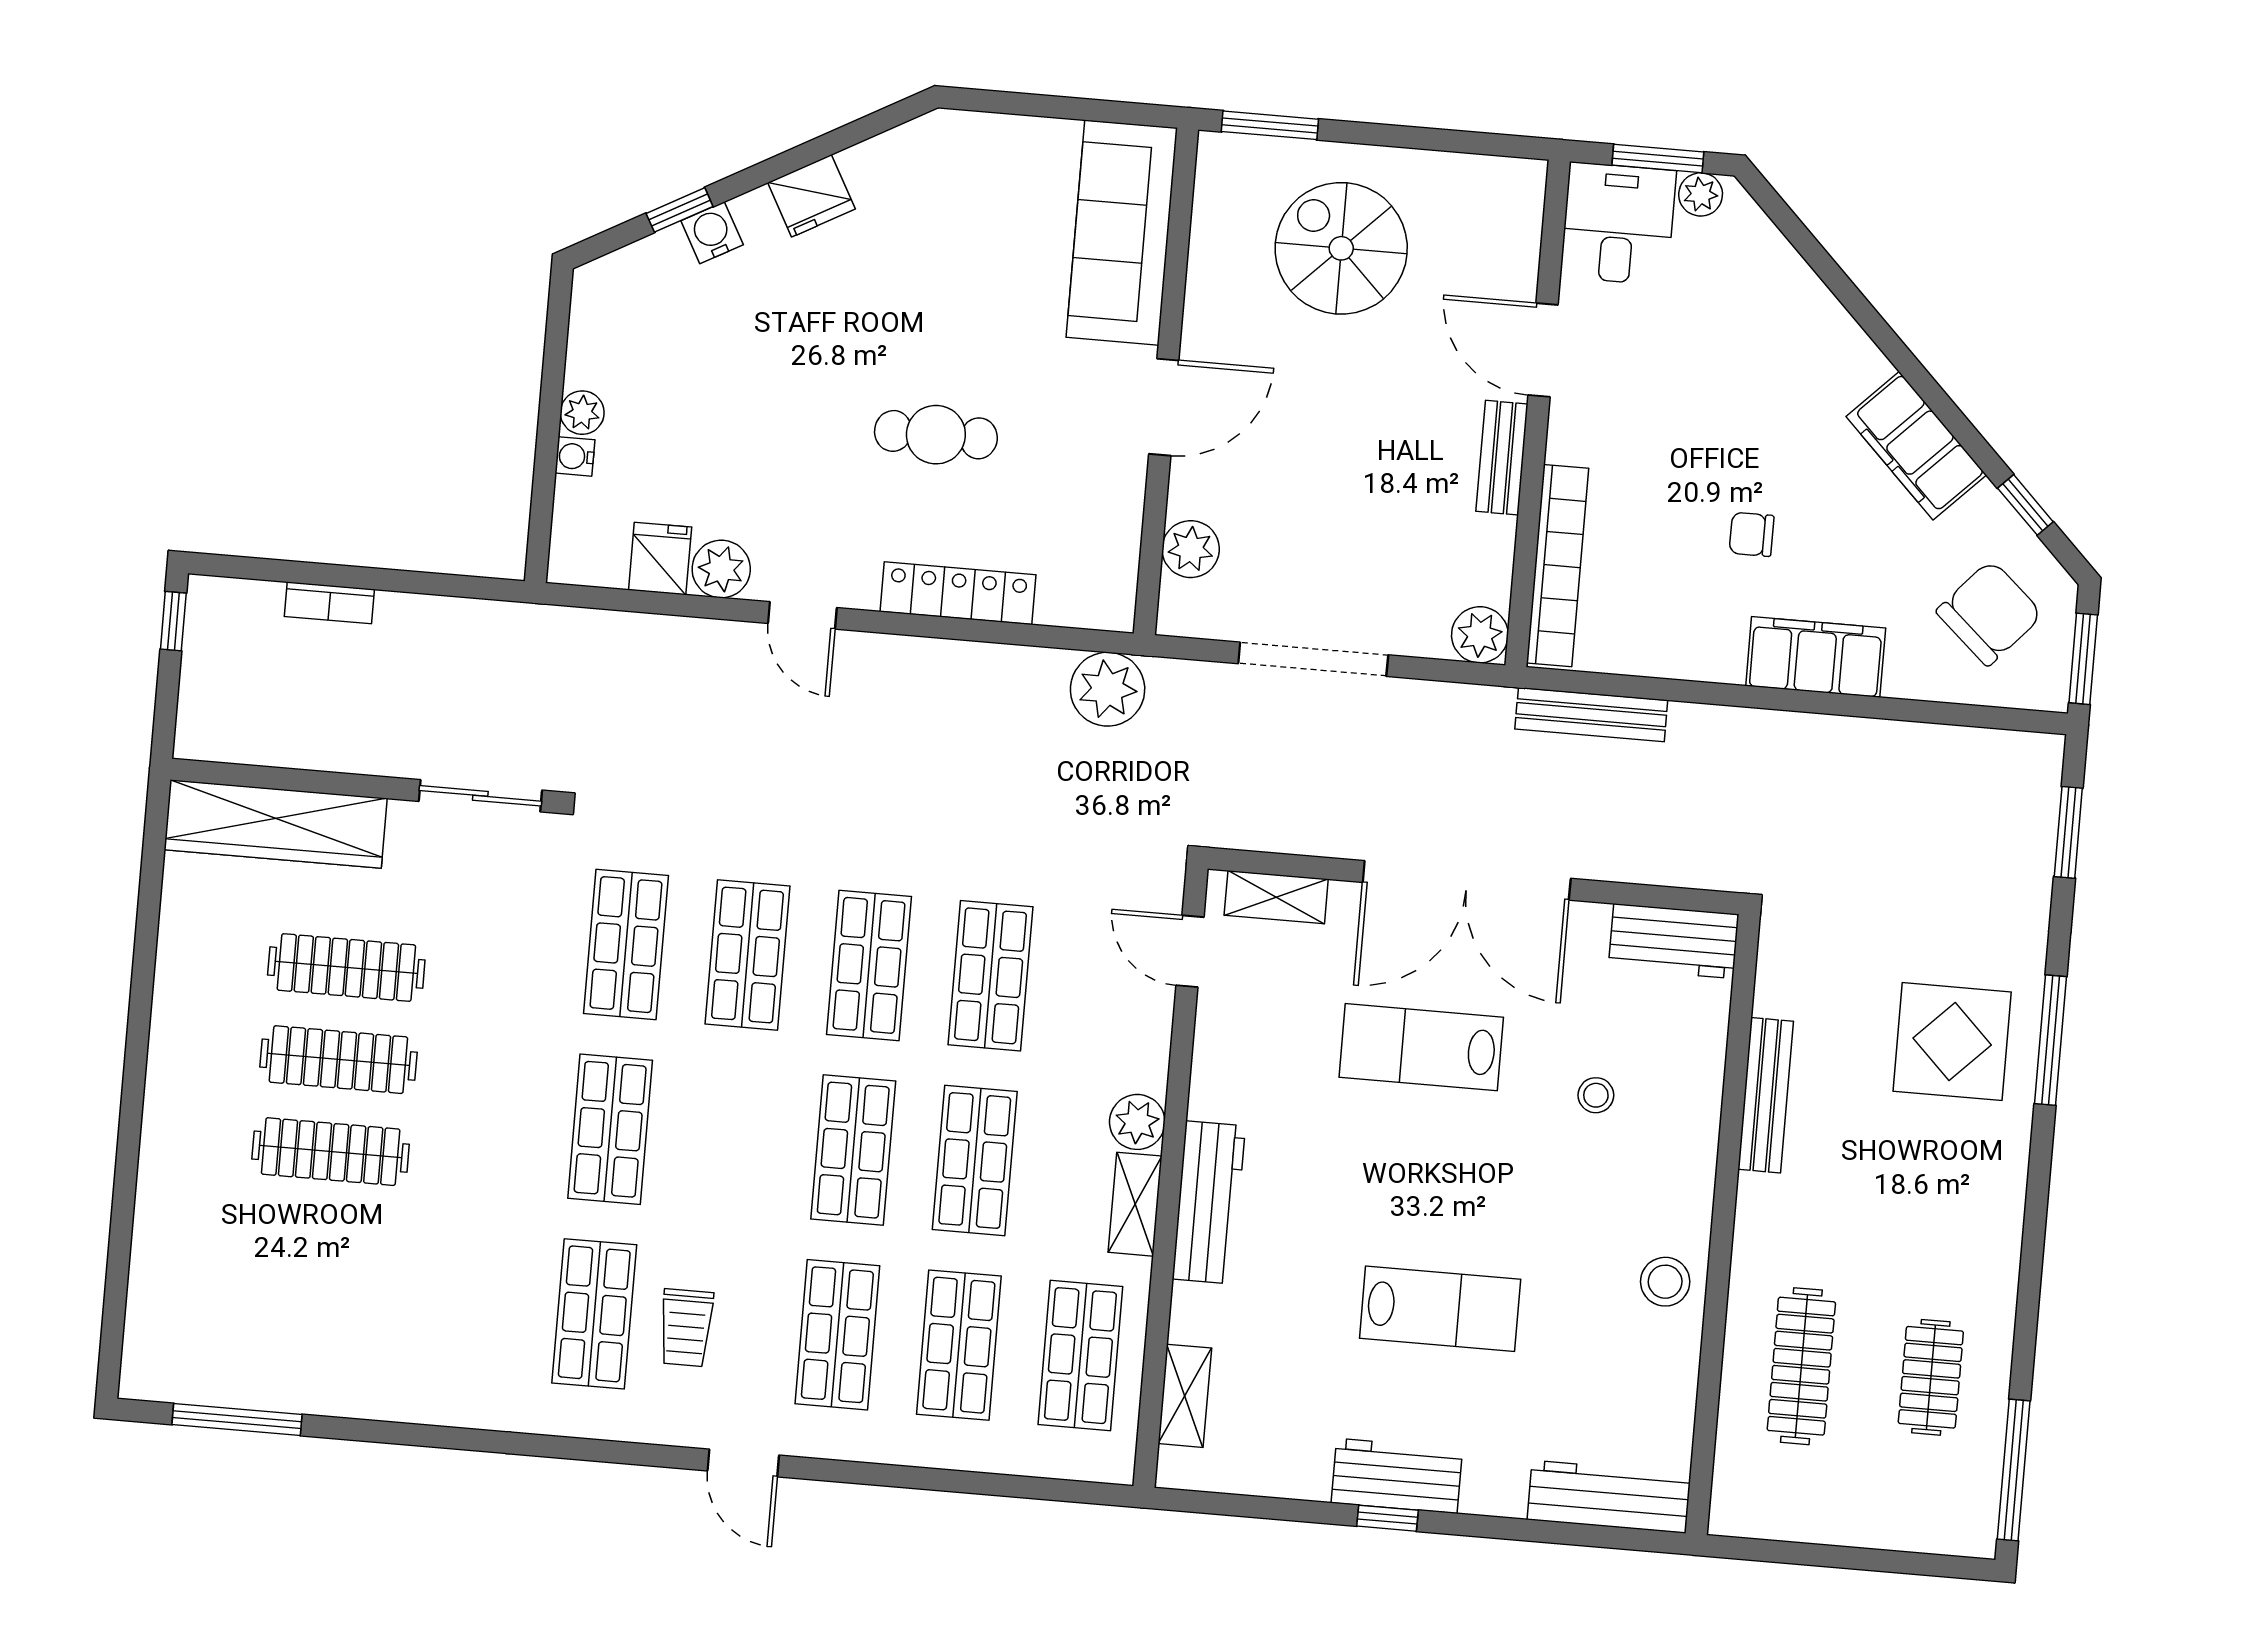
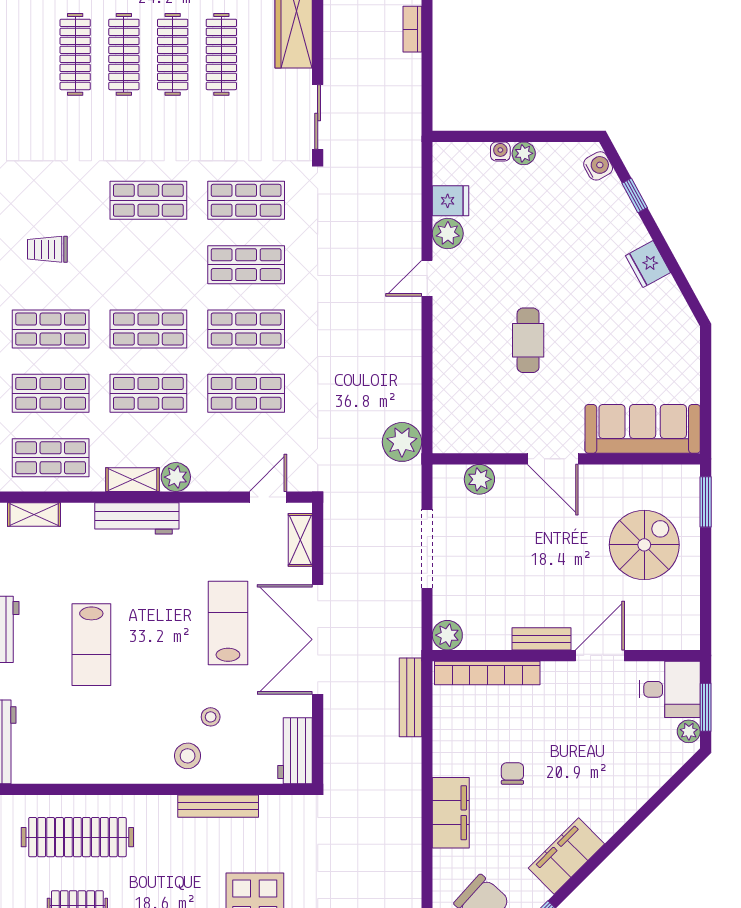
water cooler: (712, 233) -> (598, 166), moved
locker: (958, 593) -> (446, 359), removed
clothes rail: (323, 1244) -> (75, 54), added
stool: (1665, 1282) -> (188, 756), moved
shop shelf: (594, 1314) -> (51, 200), removed
clothes rail: (1801, 1366) -> (77, 837), width x1.37, depth x1.31

